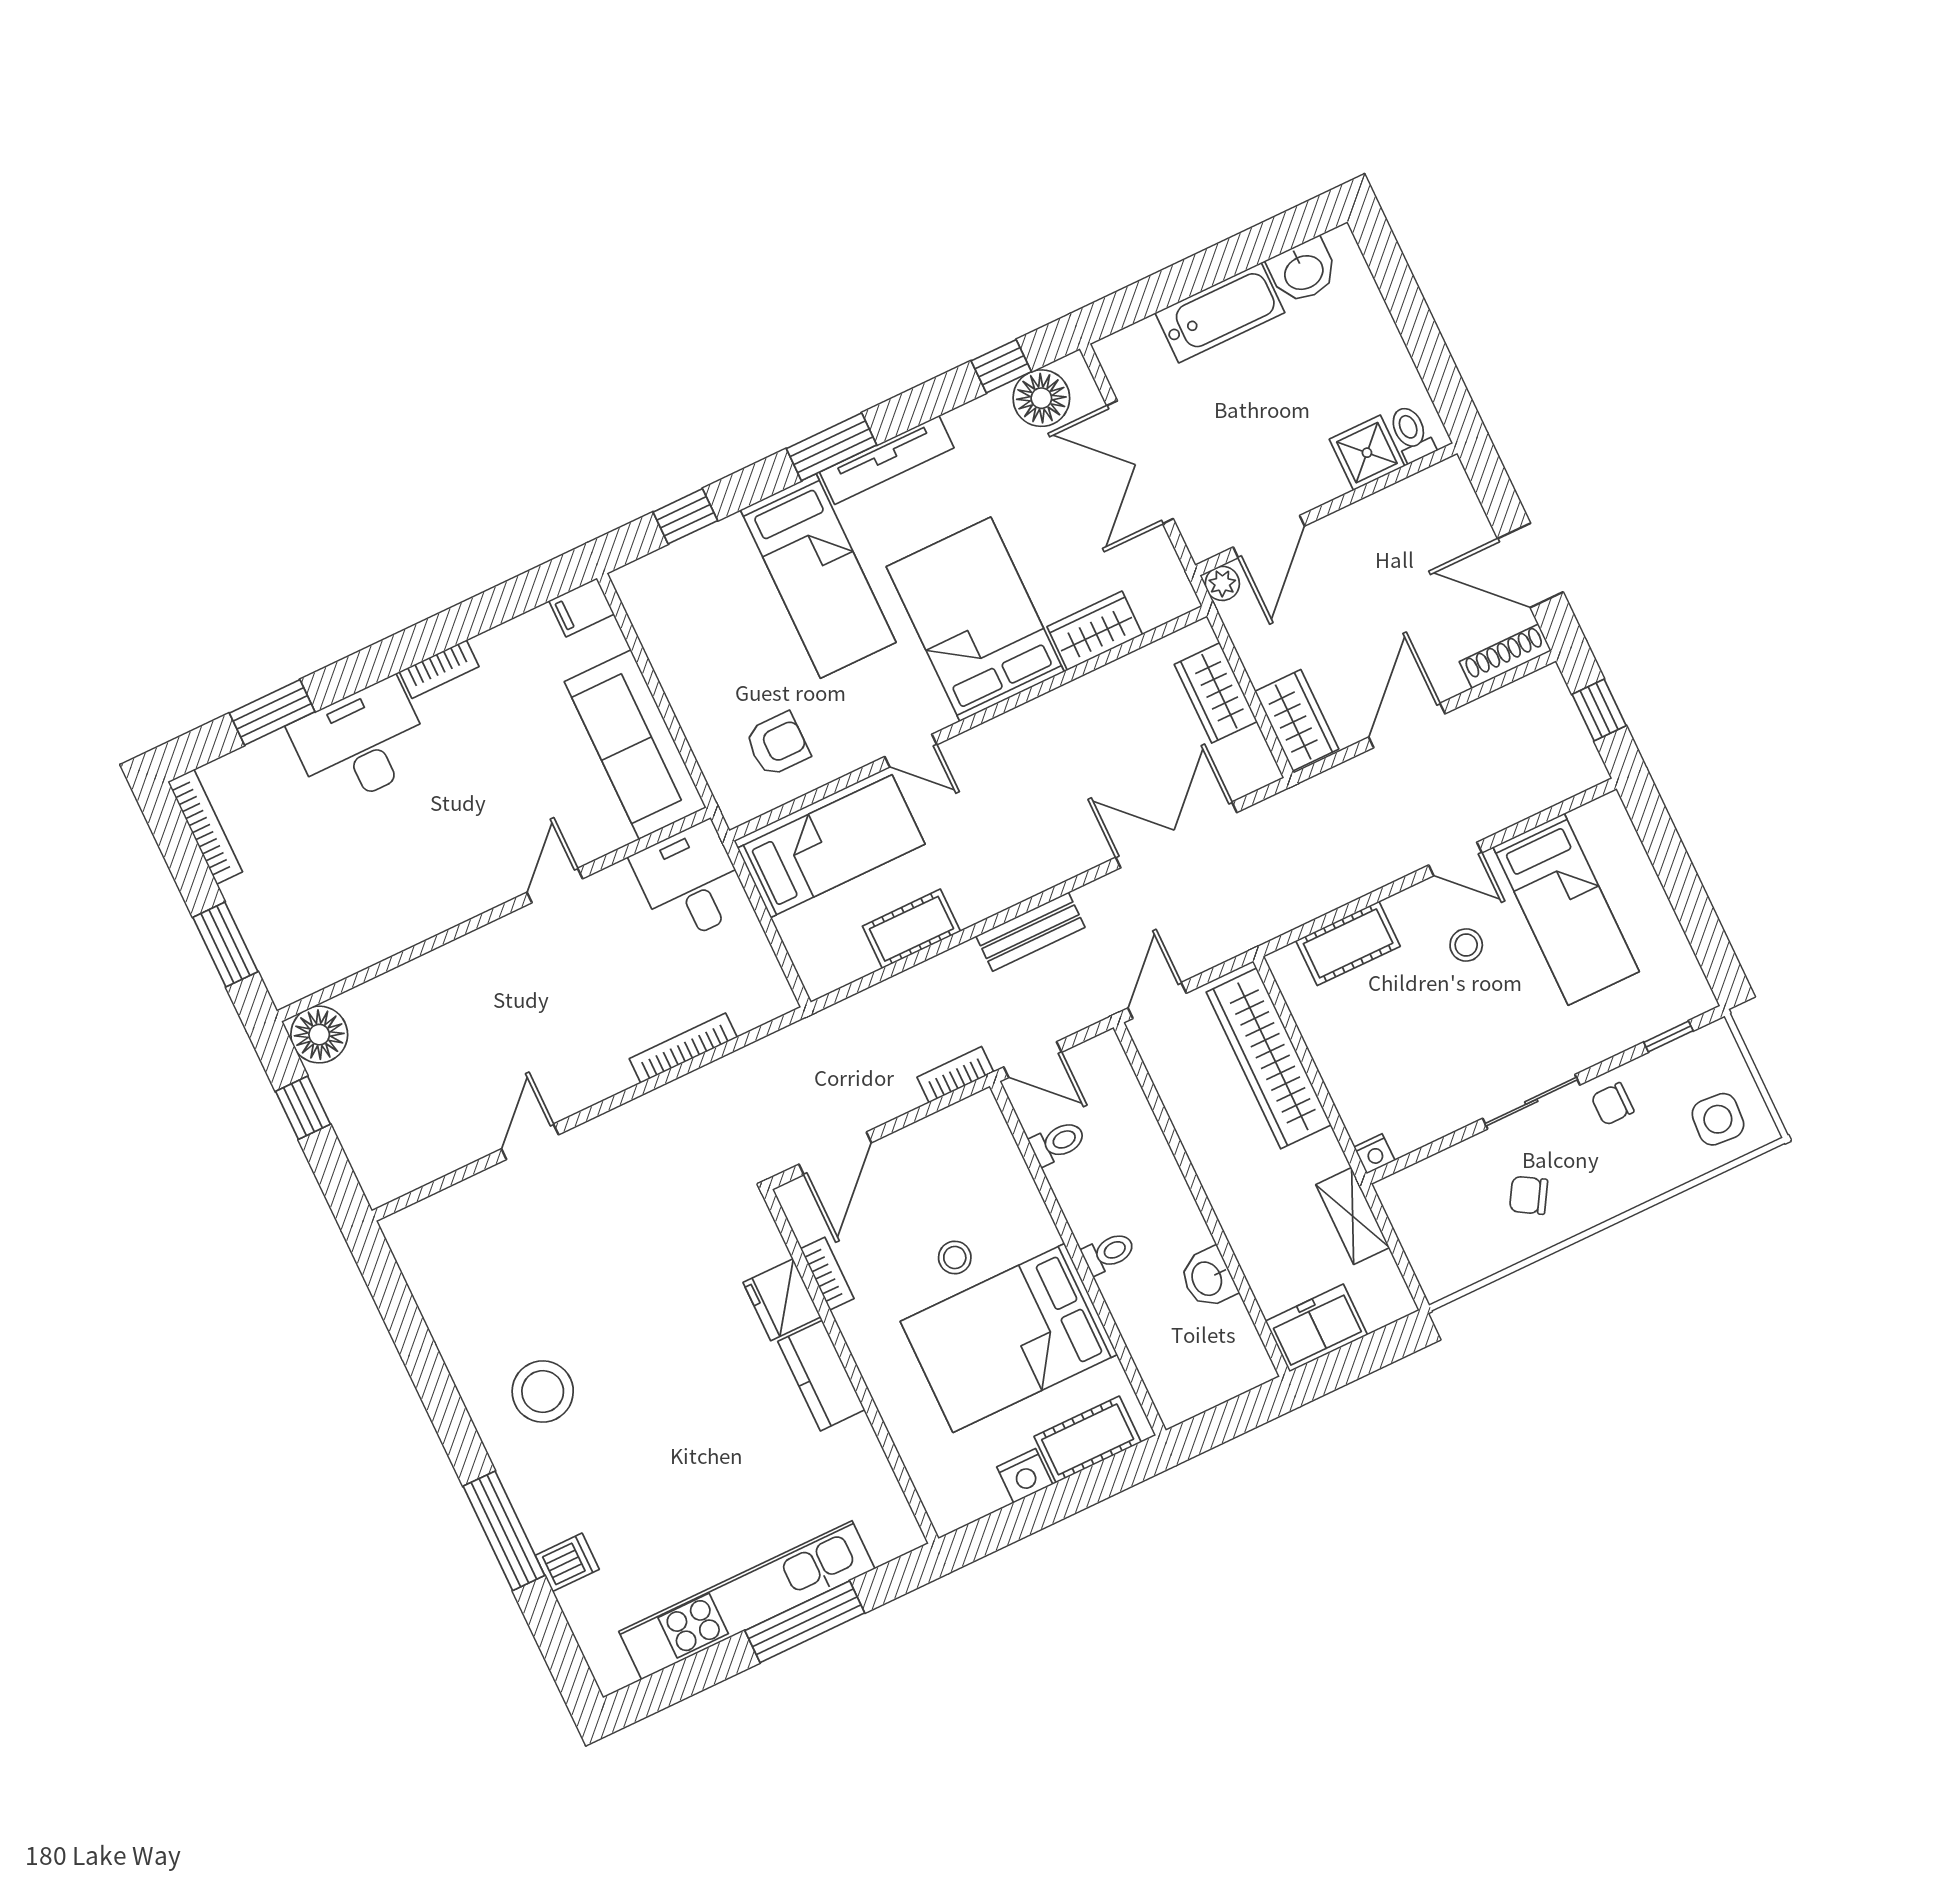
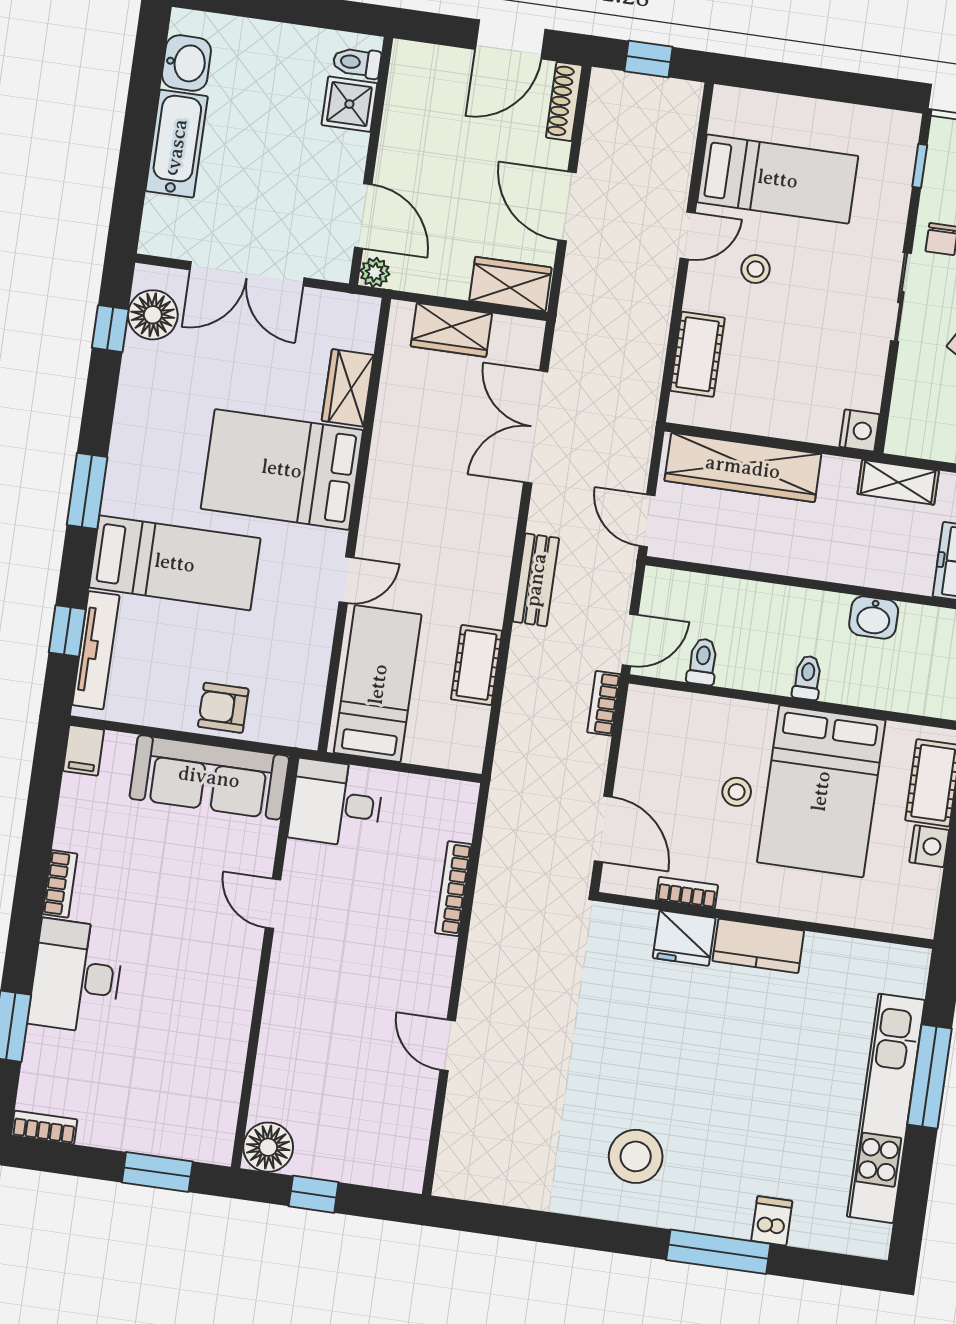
tv unit: (887, 460) -> (96, 650), moved
armchair: (777, 744) -> (223, 708), moved, turned -90
bookcase: (205, 827) -> (44, 1127), width x0.64
nightstand: (1374, 1154) -> (860, 431), width x1.39, depth x1.35

